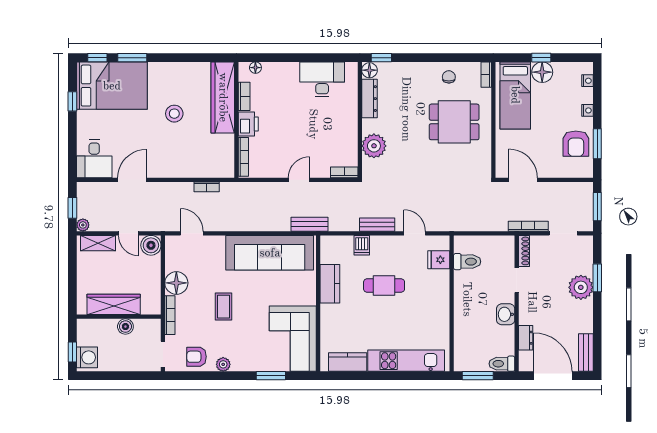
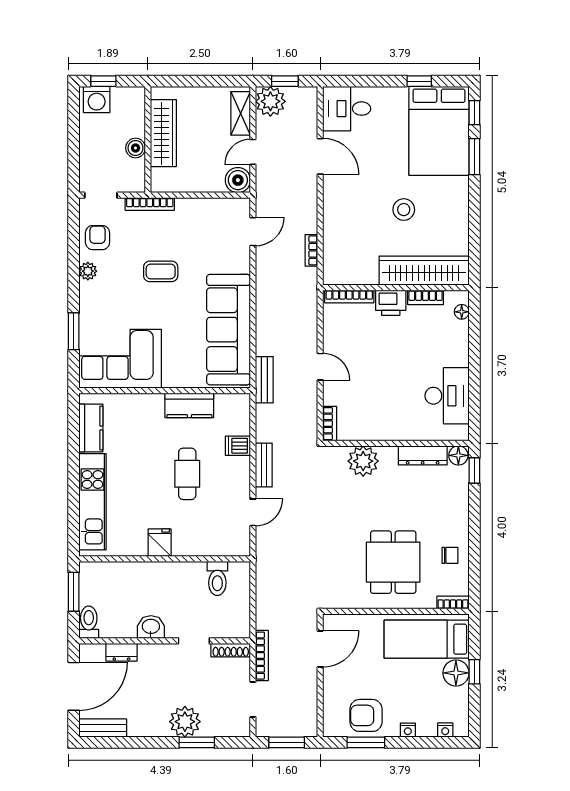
plant: (83, 225) -> (270, 101), width x1.88, depth x1.88
fridge: (439, 260) -> (160, 543), moved
floor lamp: (176, 283) -> (190, 212), removed

